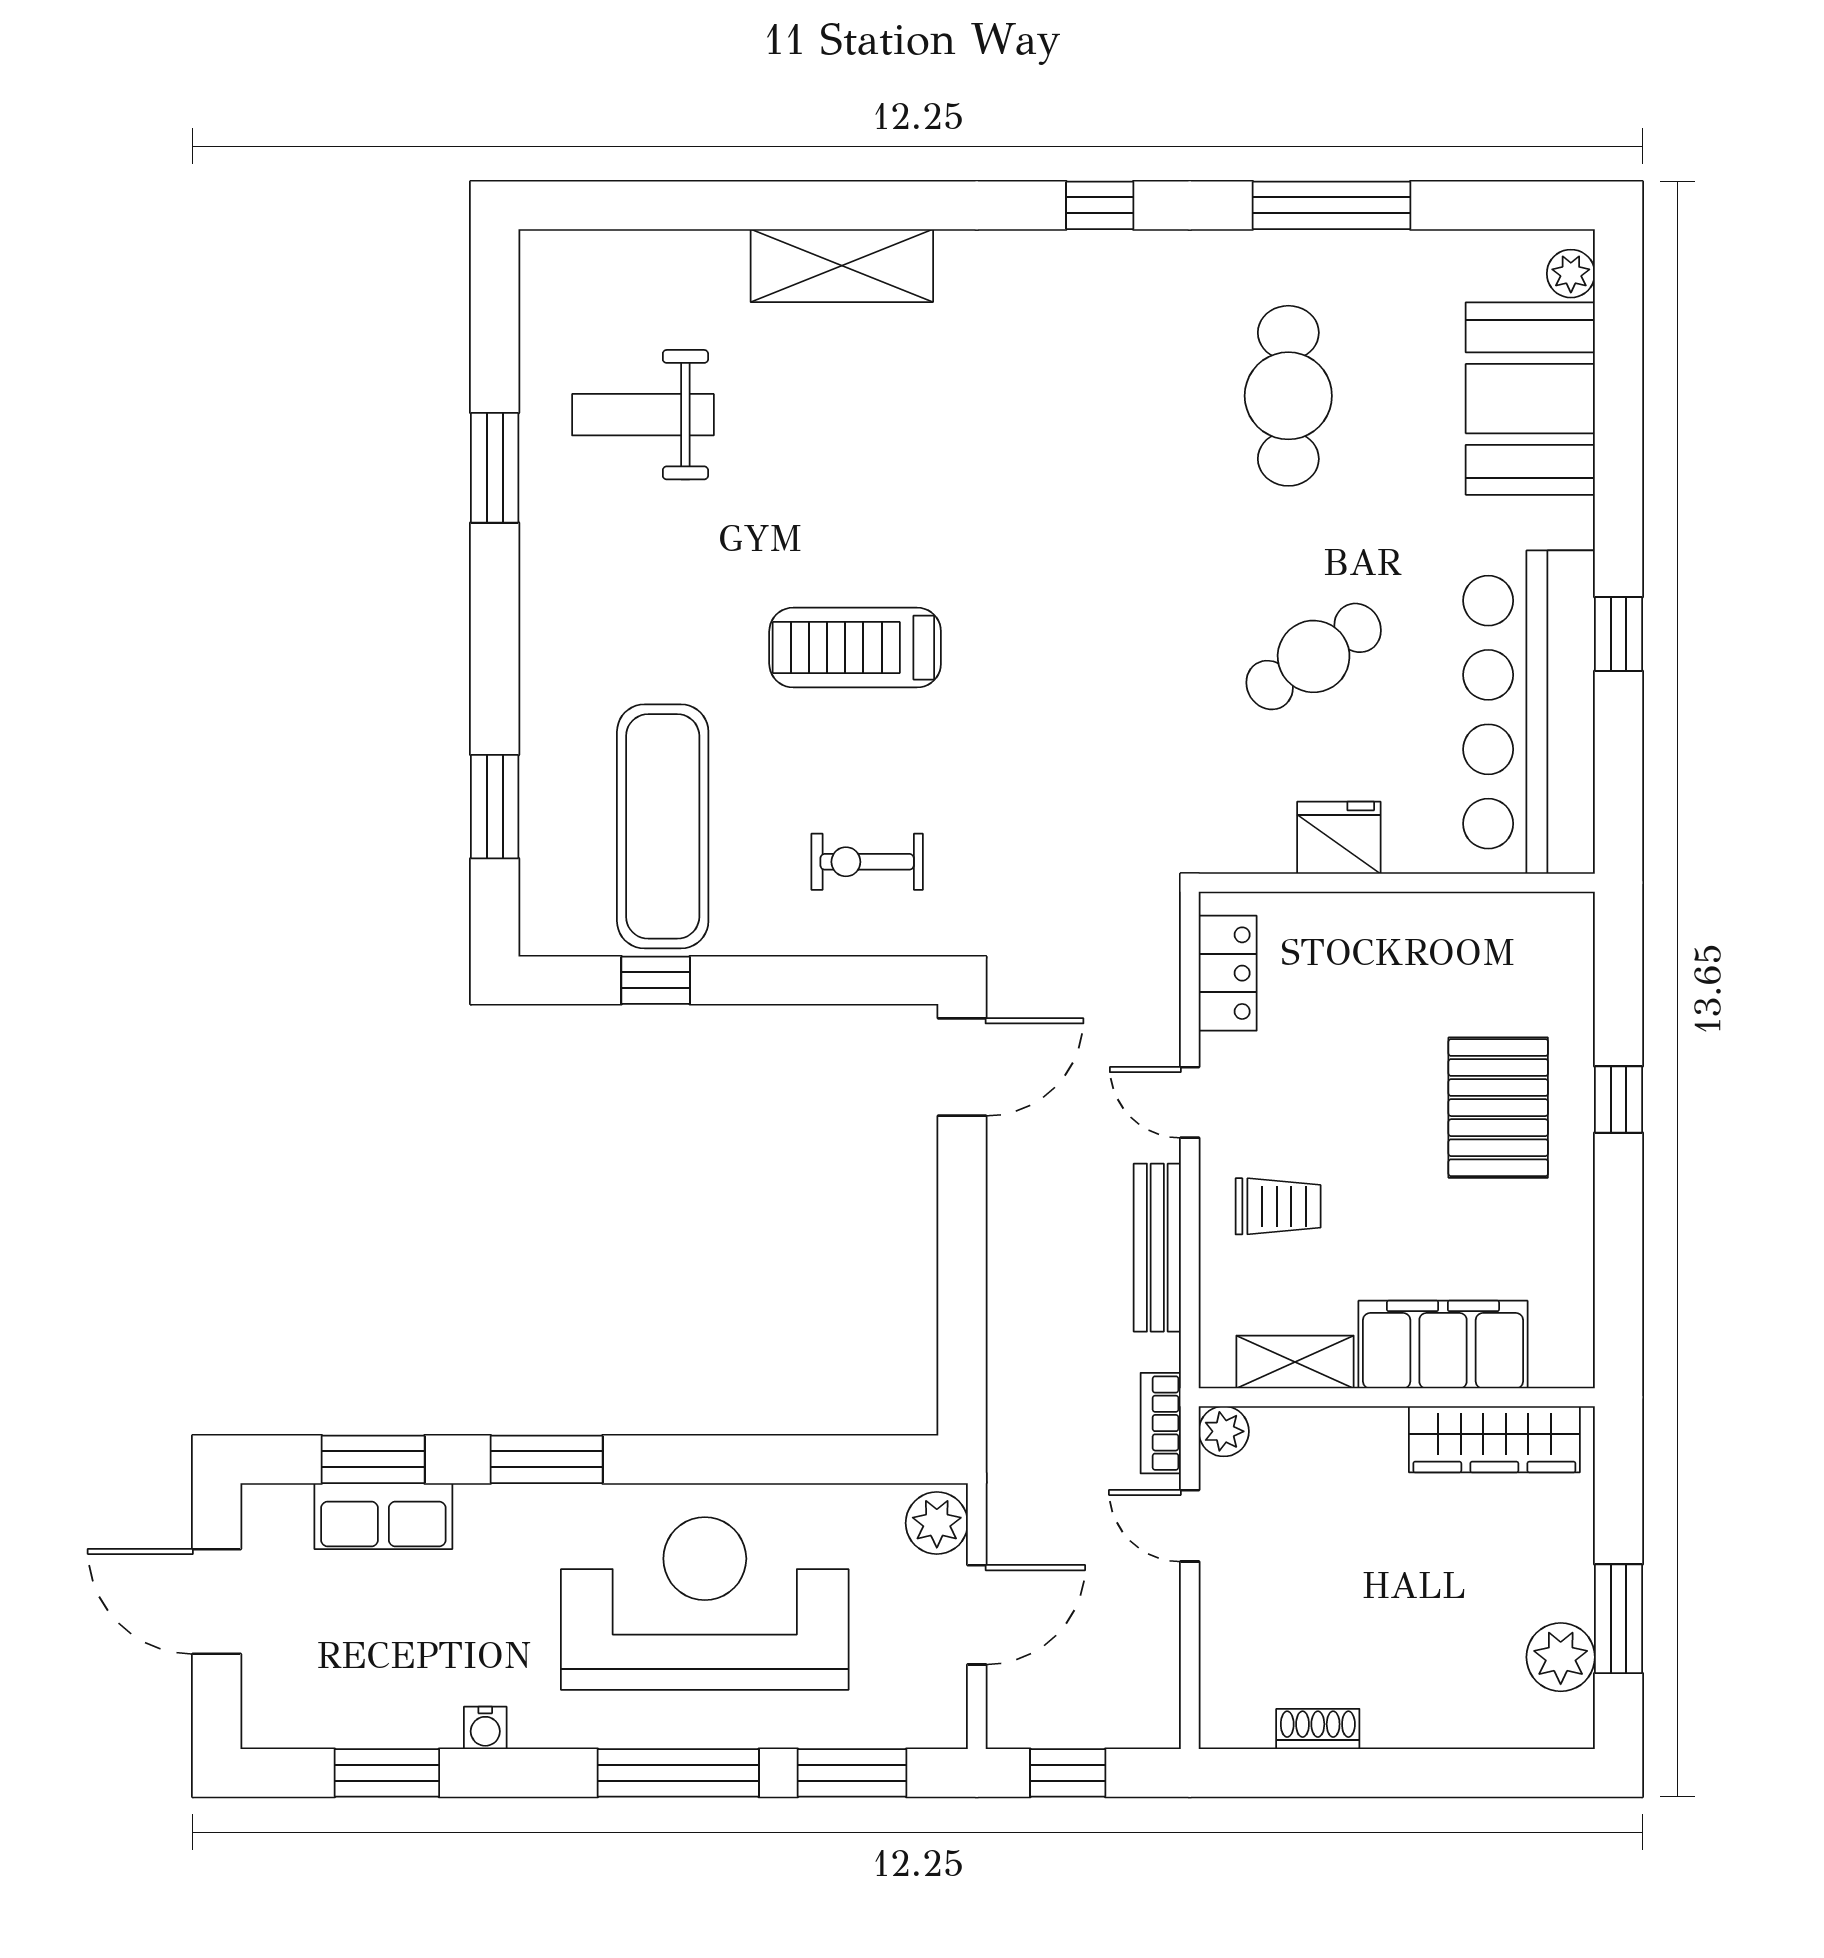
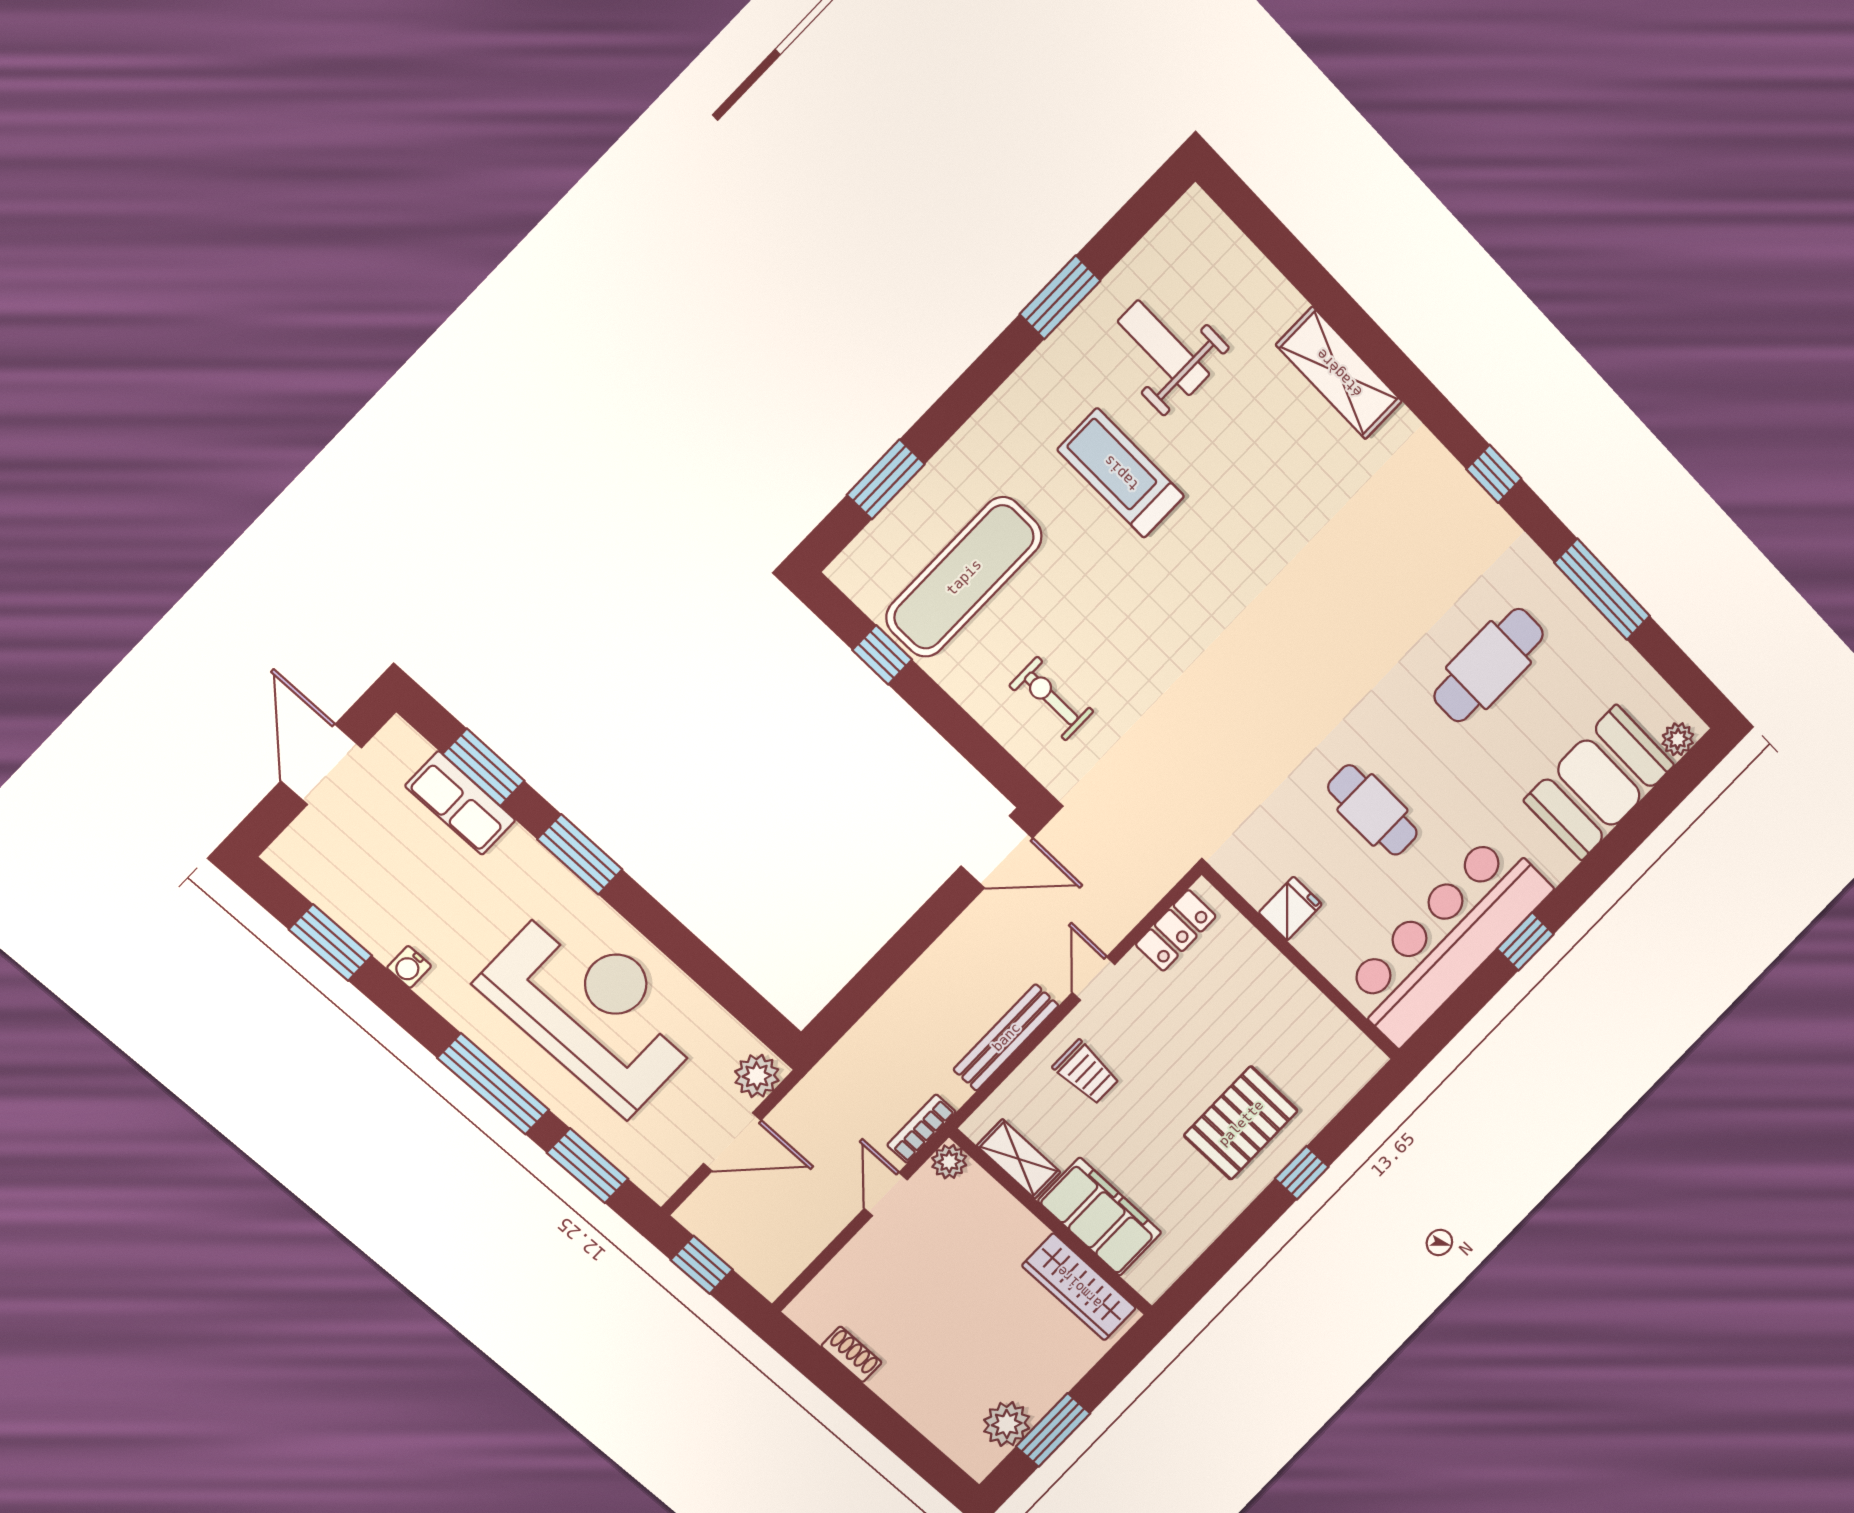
treadmill: (855, 648) -> (1121, 473), moved
cafe table: (1314, 656) -> (1373, 810), turned 33
fridge: (1339, 838) -> (1290, 908), width x0.72

